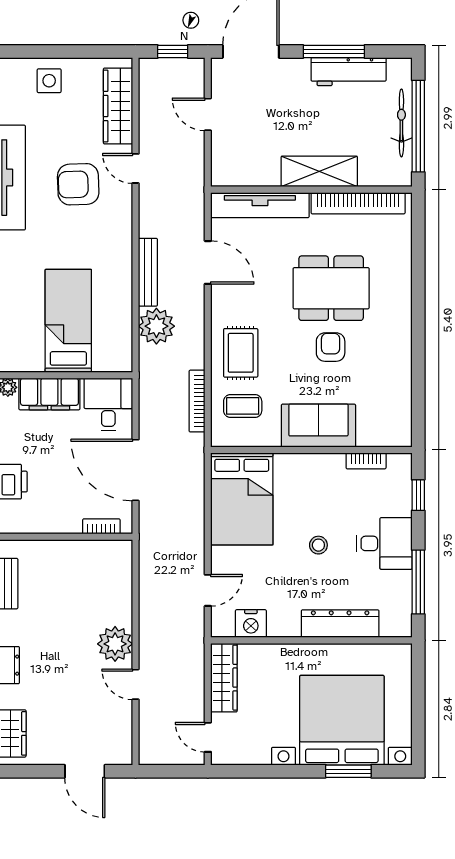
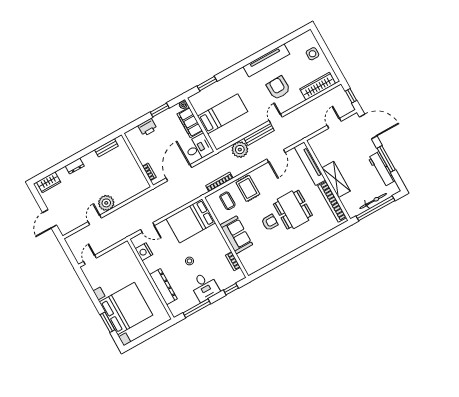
door: (135, 168) -> (276, 119), moved
rug: (241, 353) -> (248, 188), turned 90
wardrobe: (224, 678) -> (117, 253), removed

